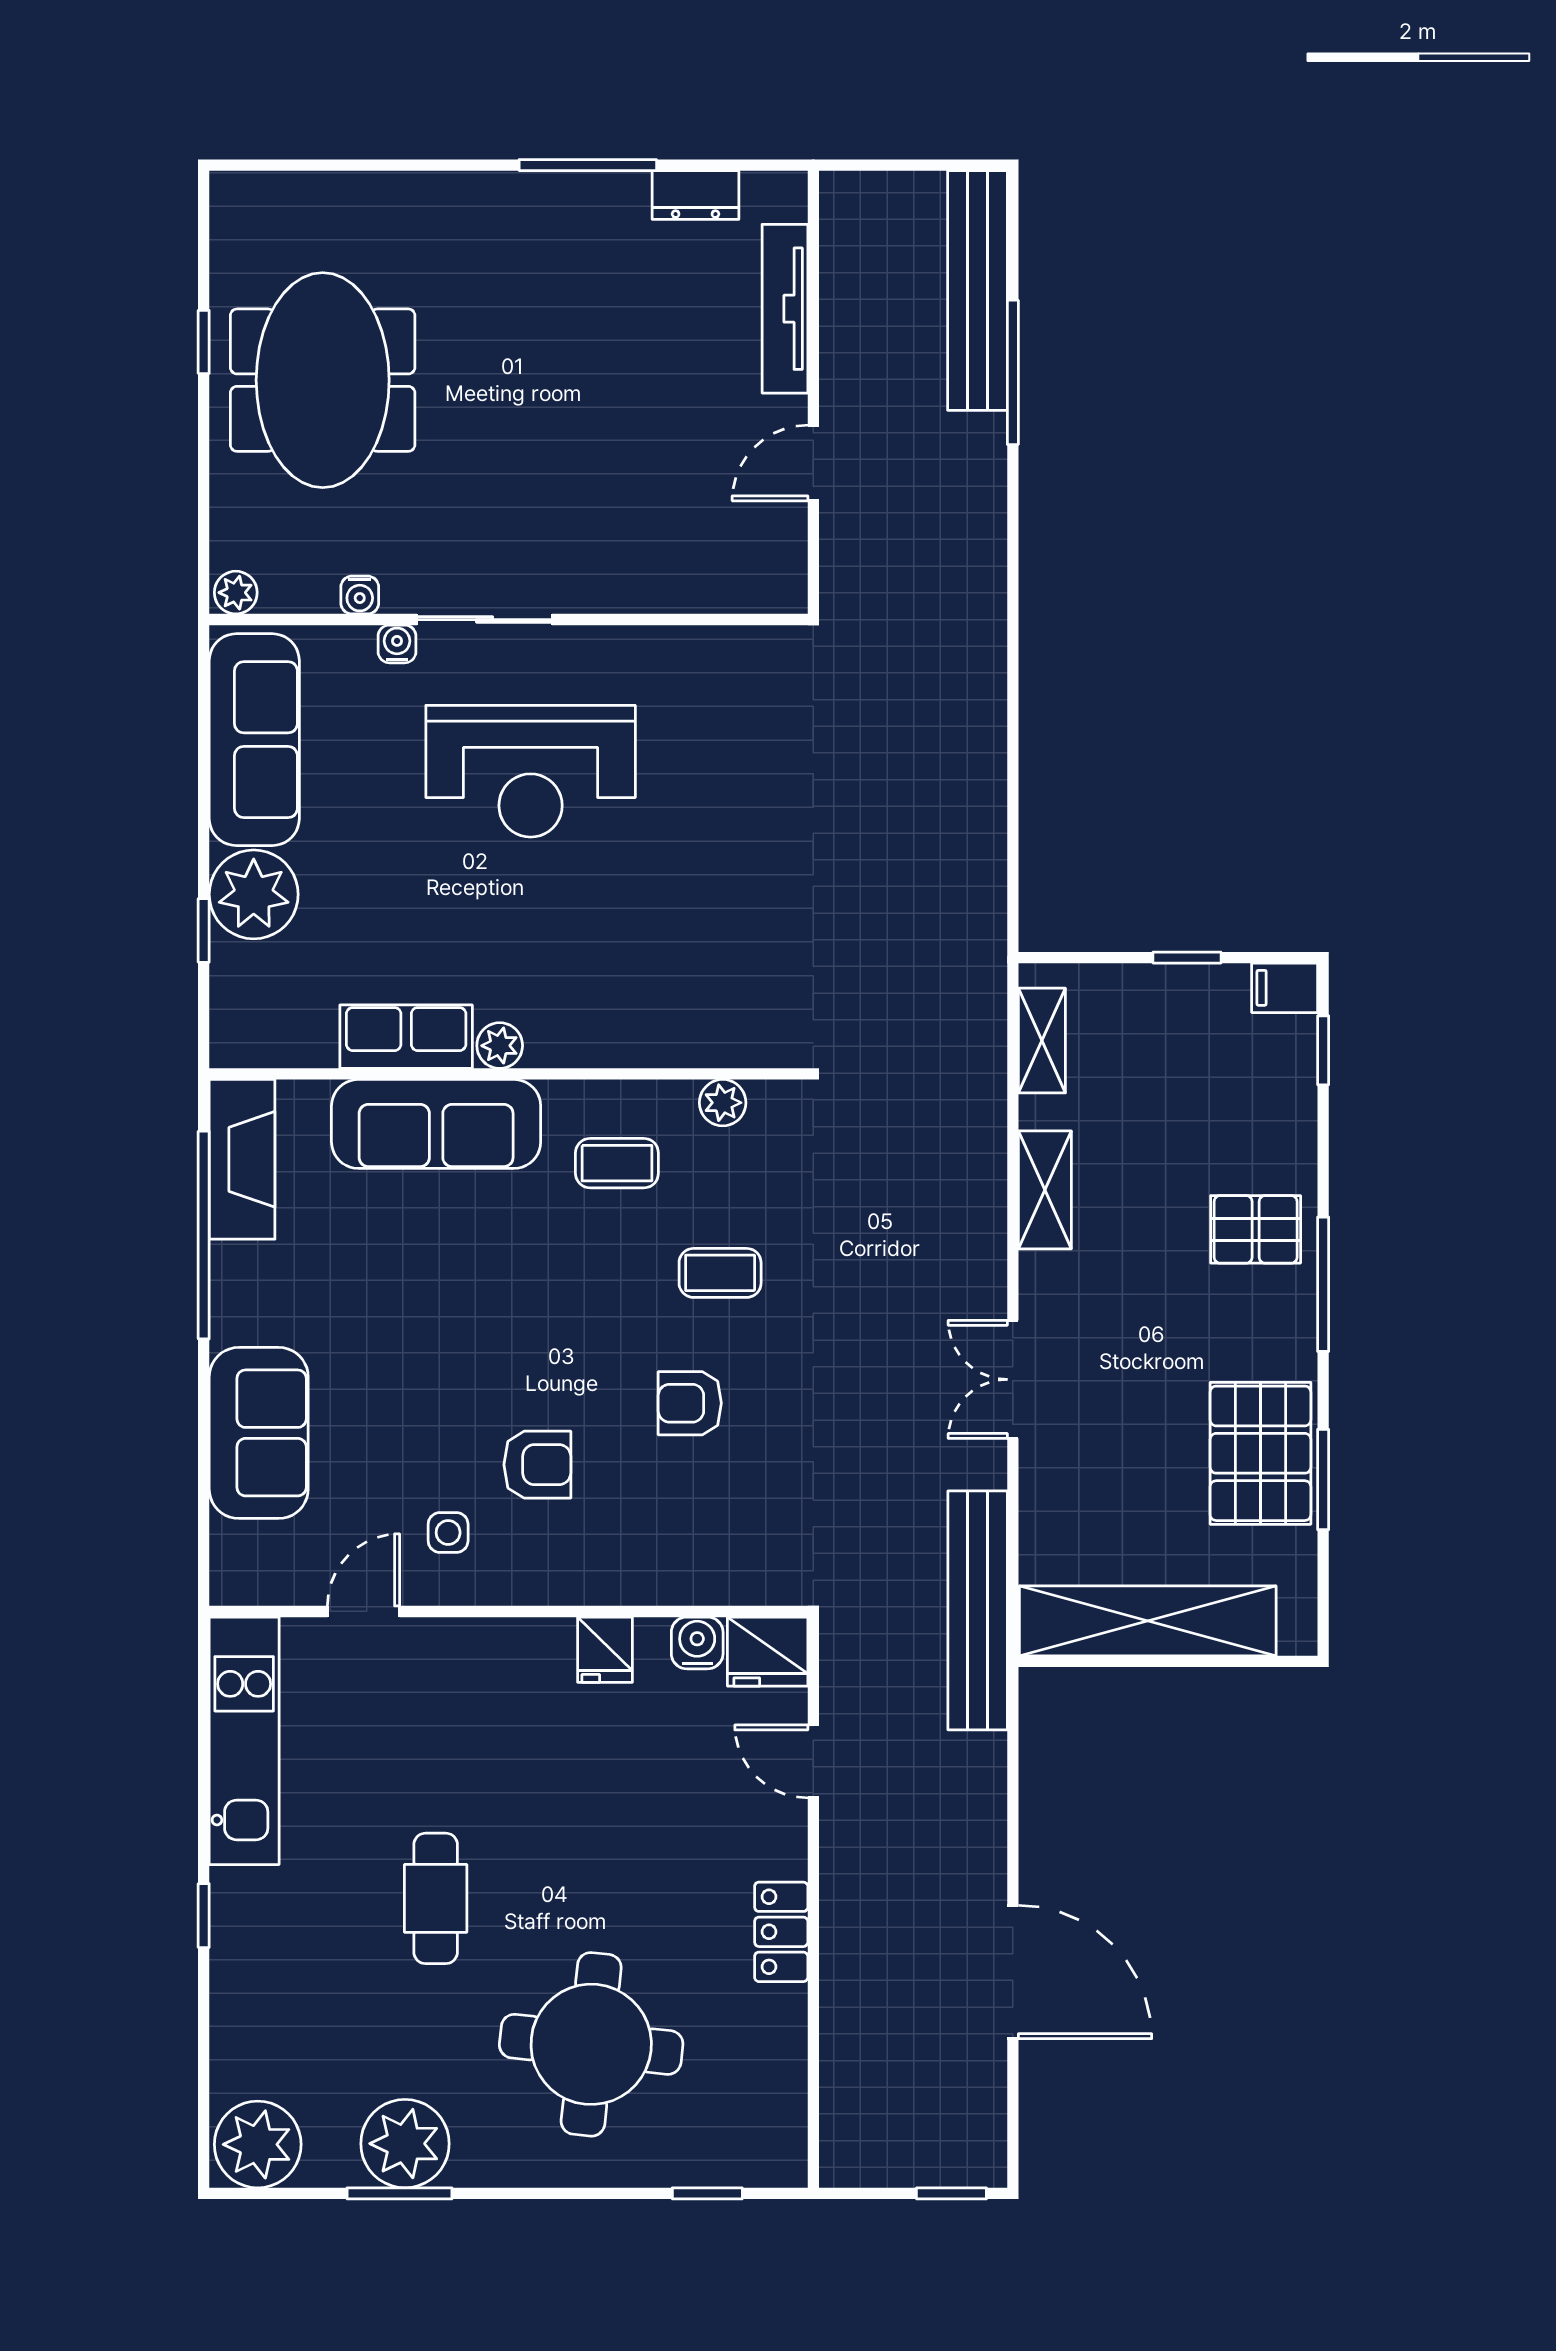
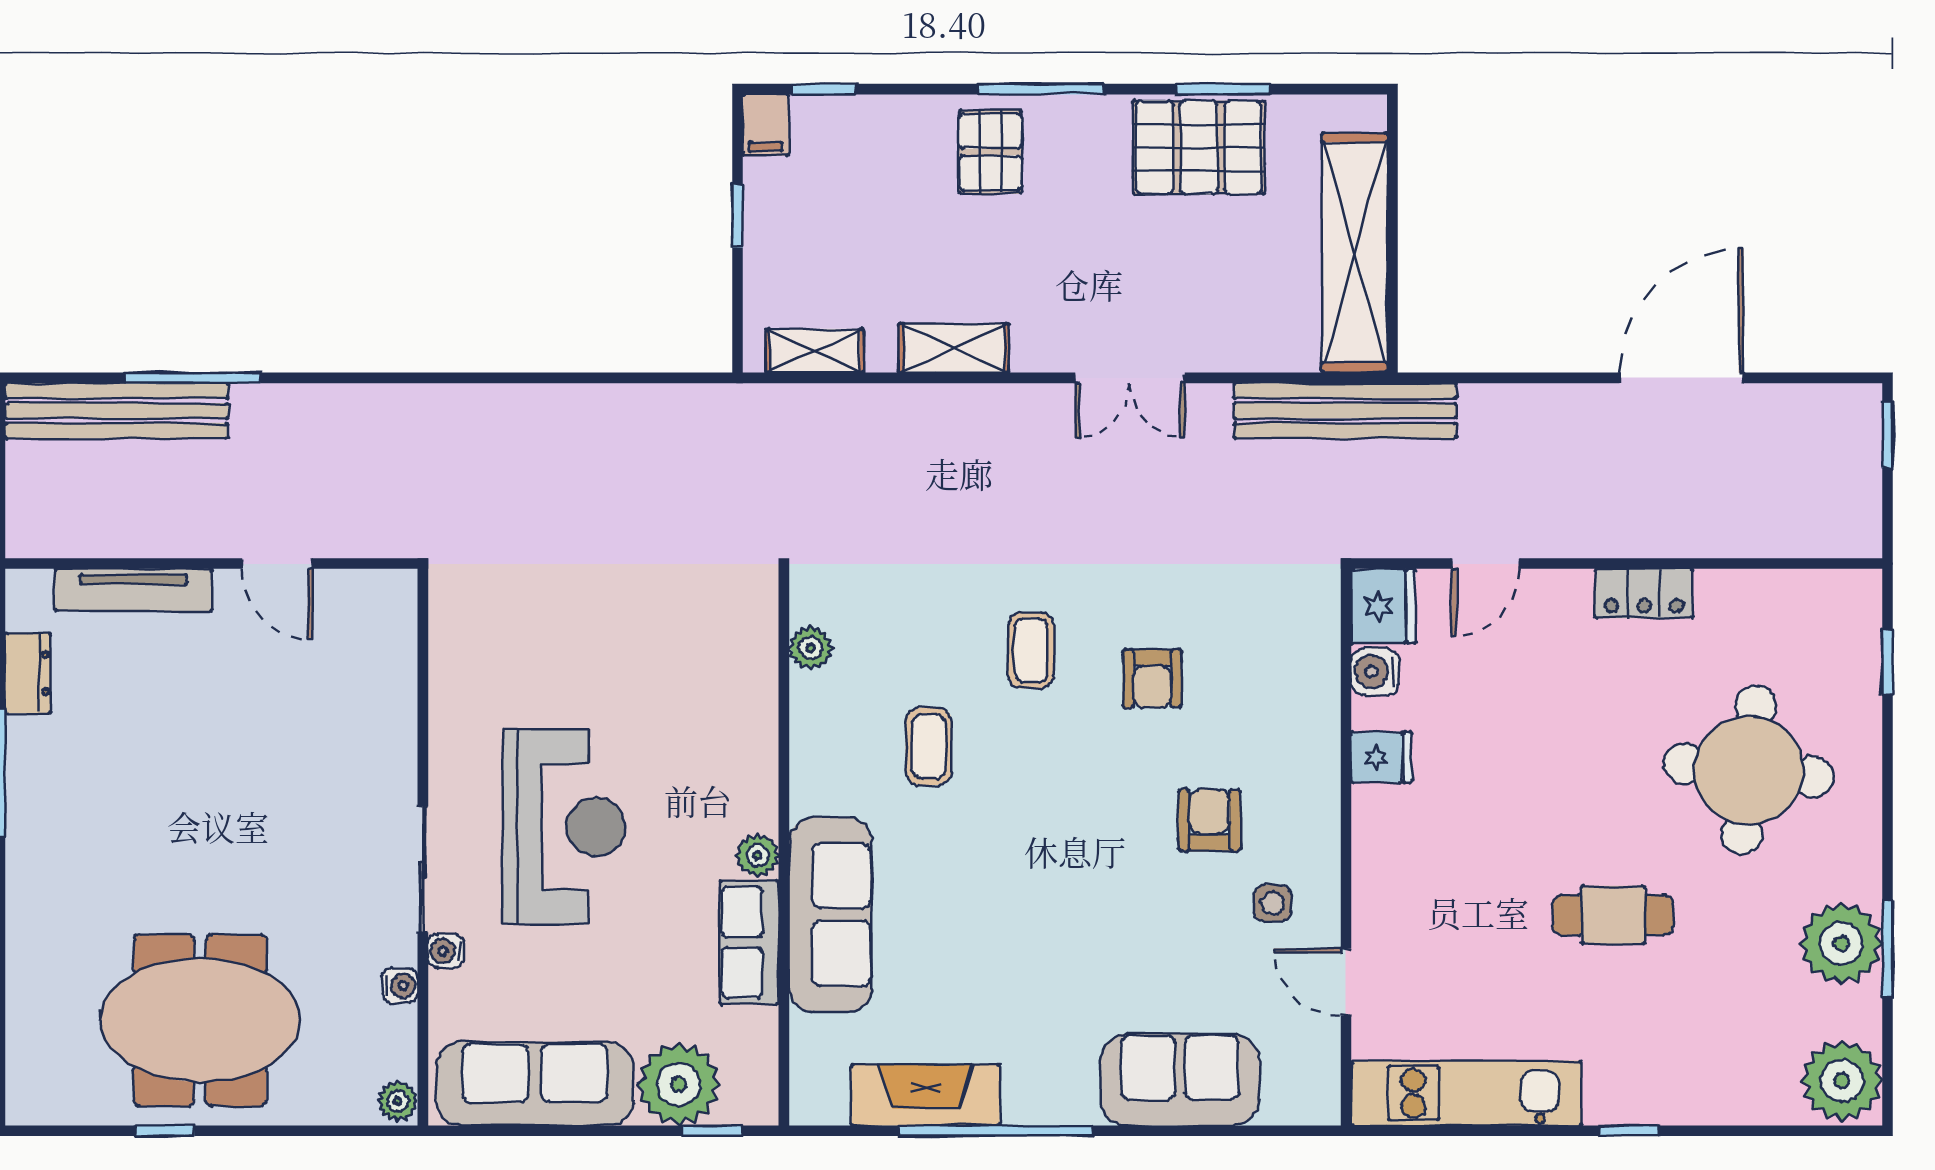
row of seats: (406, 1037) -> (749, 942), moved
plant: (500, 1046) -> (757, 855), moved
wall: (508, 1074) -> (784, 847), moved
plant: (723, 1103) -> (811, 648), moved
sofa: (436, 1124) -> (830, 915), moved

